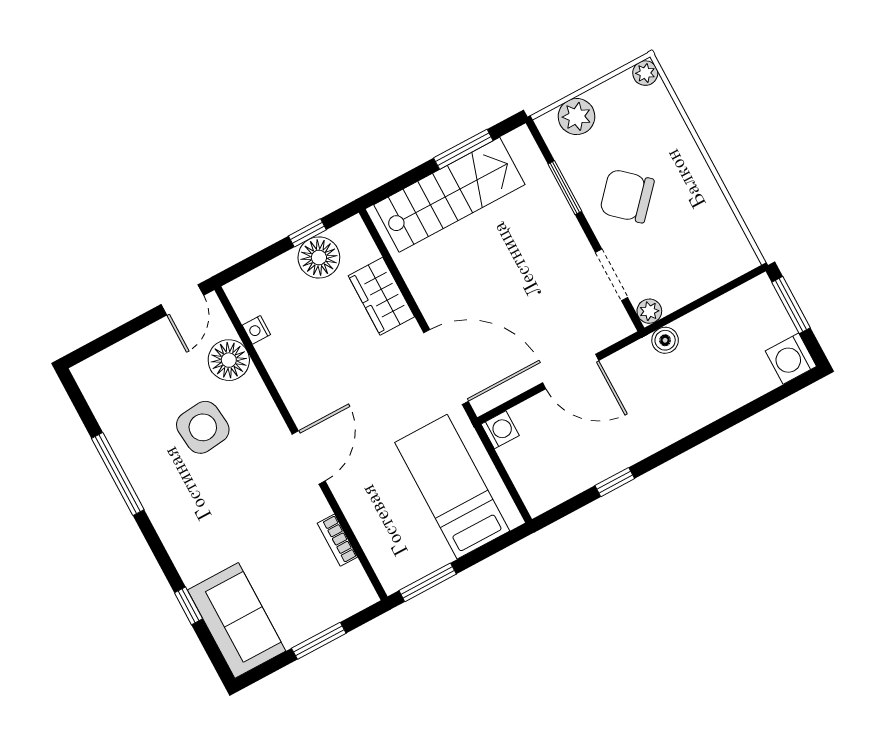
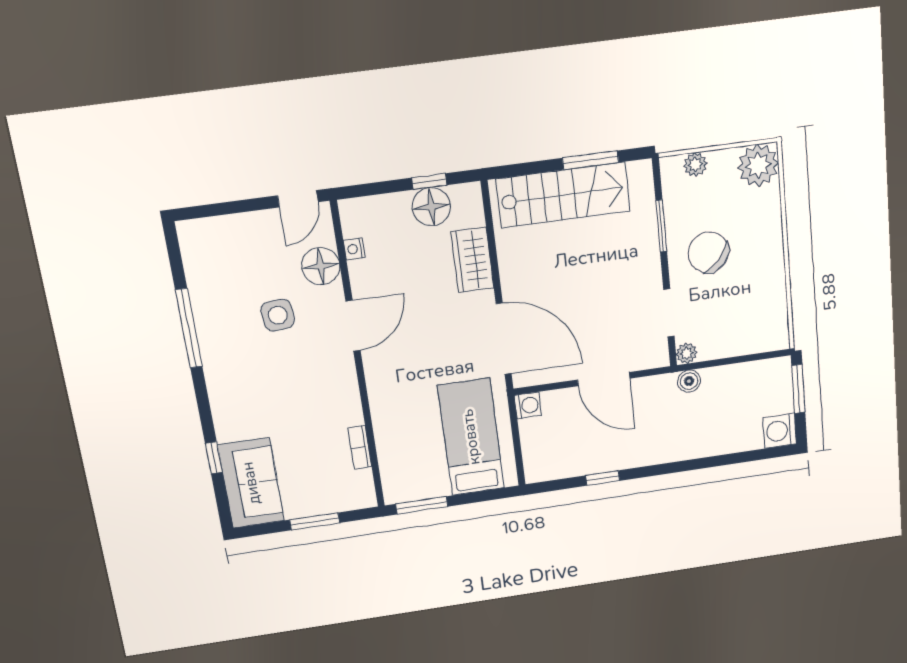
plant: (645, 73) -> (758, 165), width x1.87, depth x1.87
plant: (577, 117) -> (695, 165), width x0.73, depth x0.73
side table: (203, 427) -> (278, 315), width x0.73, depth x0.73
door: (309, 458) -> (353, 326), moved

